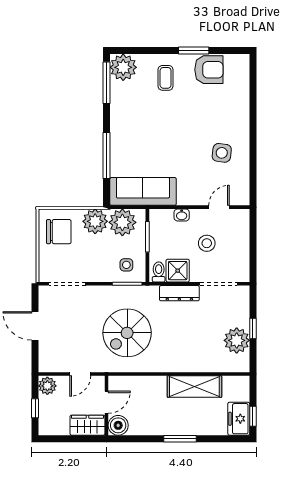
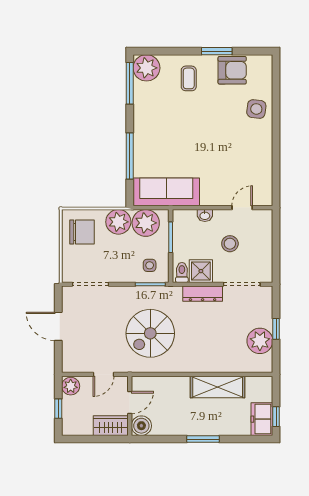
side table: (222, 153) -> (256, 109), moved

